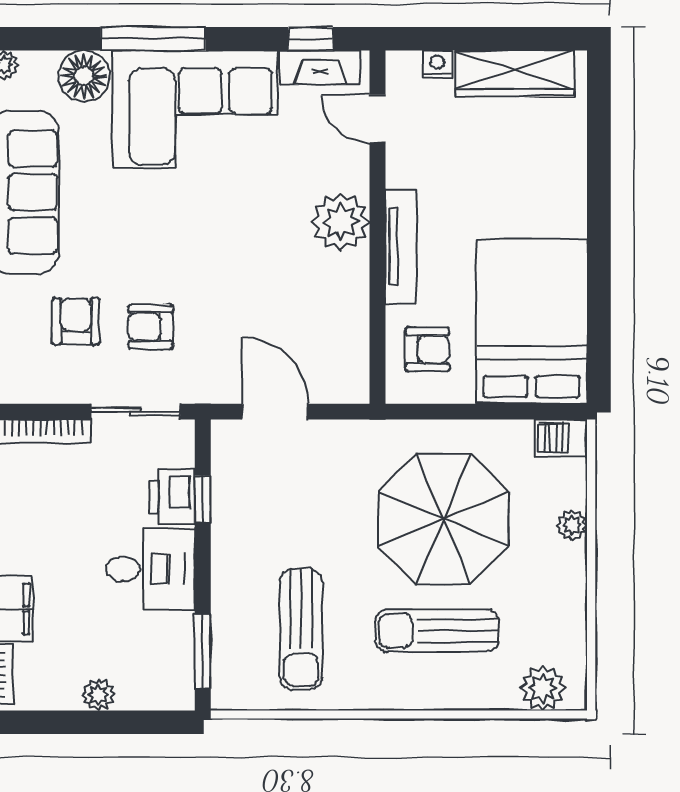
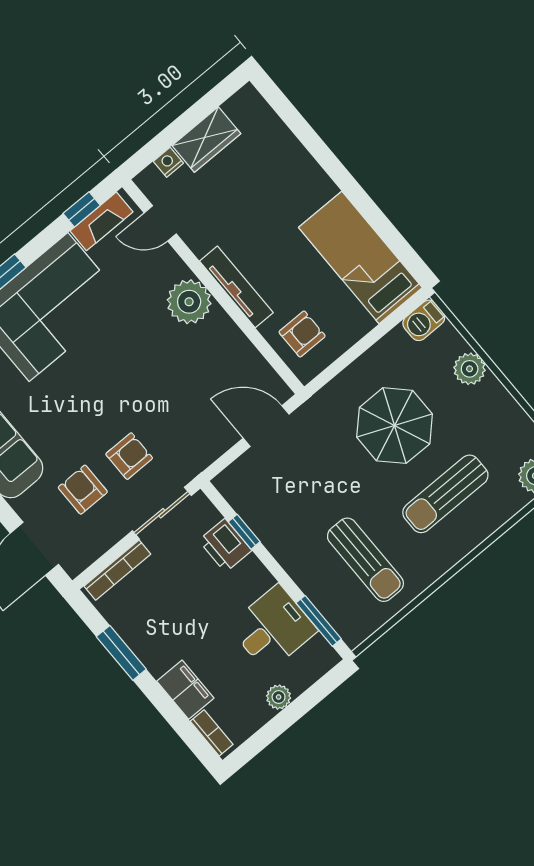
wardrobe: (514, 73) -> (206, 140), width x0.67
bed: (532, 321) -> (360, 258), width x0.67
armchair: (151, 327) -> (129, 456), turned 180
door: (275, 412) -> (266, 426), moved
parasol: (443, 519) -> (395, 426), width x0.73, depth x0.73
plant: (572, 525) -> (470, 369), width x1.38, depth x1.38
desk: (151, 569) -> (273, 628), moved

